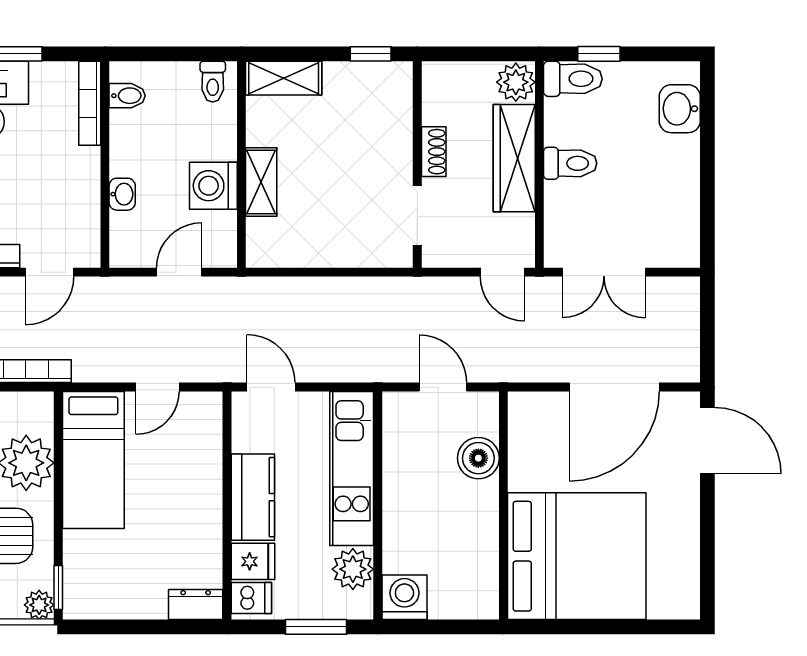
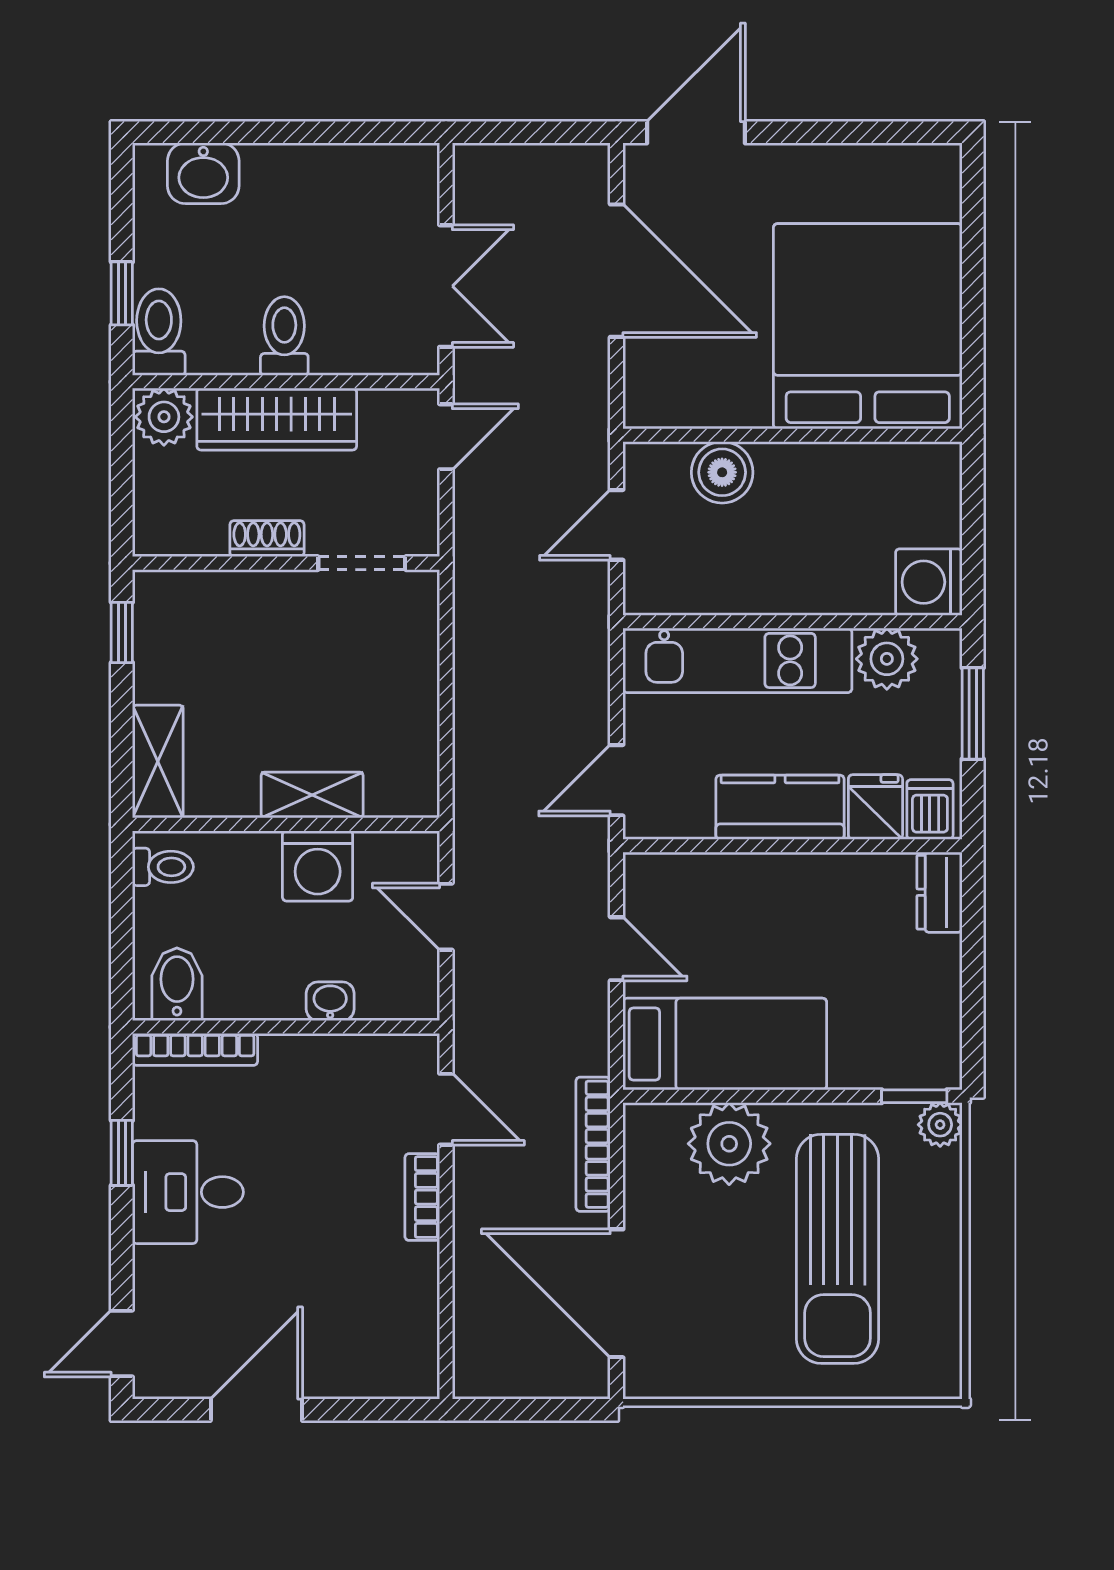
bidet: (127, 96) -> (177, 984), width x1.38, depth x1.36

